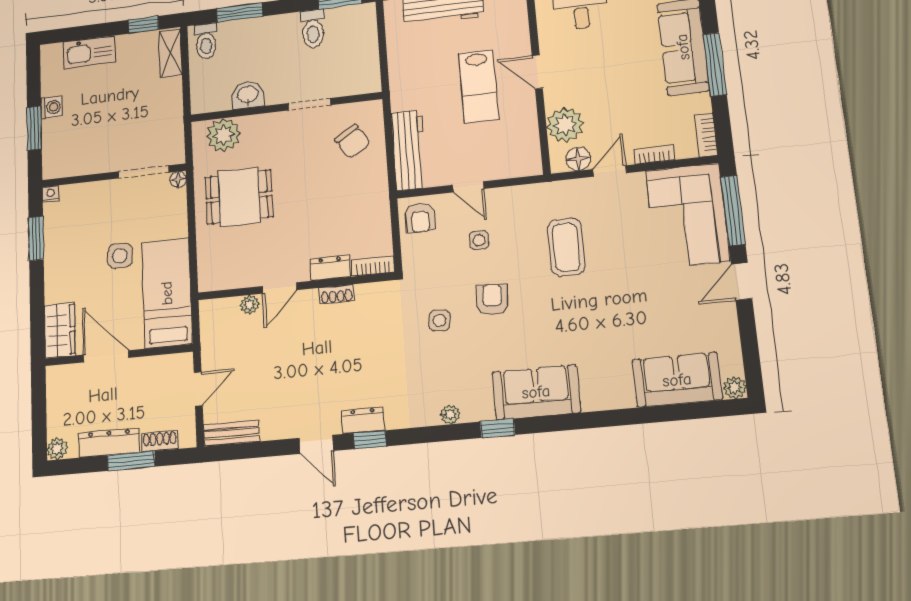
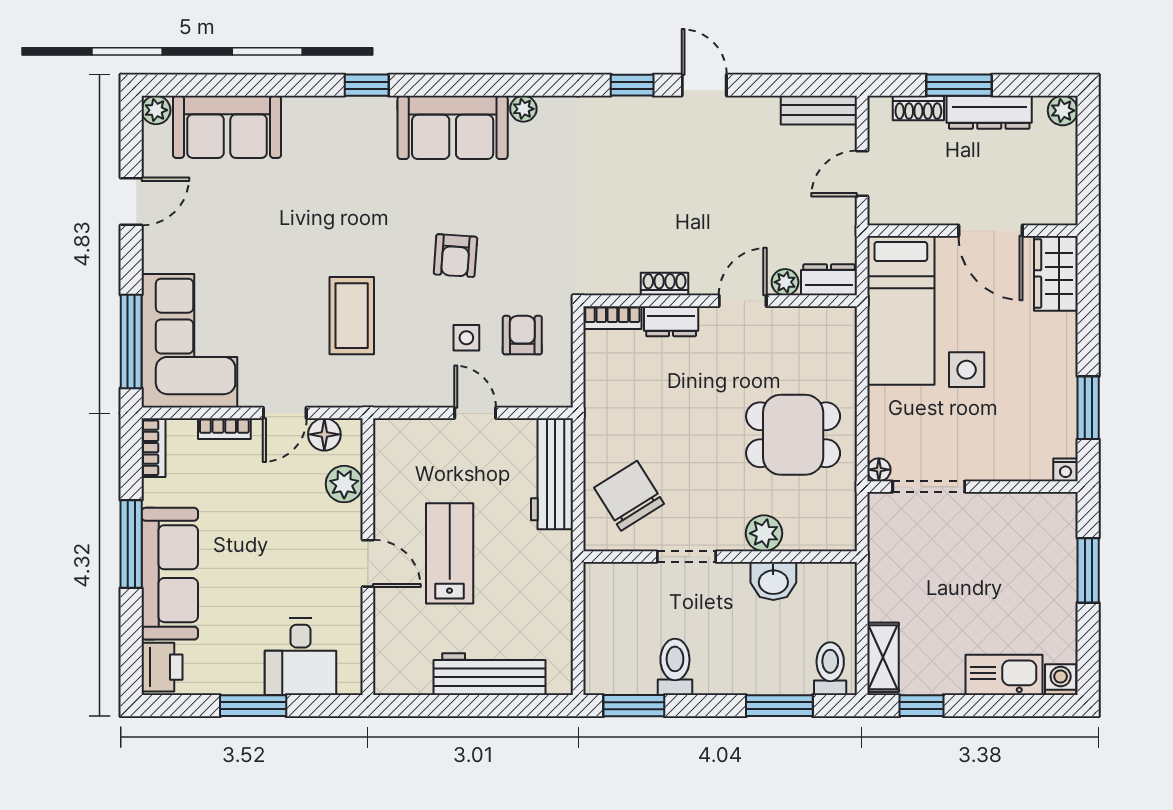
washing machine: (51, 107) -> (1061, 680), moved, turned 90
plant: (565, 125) -> (344, 484), width x0.73, depth x0.73
plant: (224, 135) -> (764, 533), moved, width x0.73, depth x0.73
chair: (352, 141) -> (629, 496), width x1.37, depth x1.37
armchair: (420, 218) -> (522, 335), moved
door: (742, 281) -> (131, 202), moved
side table: (439, 320) -> (528, 234), removed
sofa: (536, 392) -> (453, 127), moved
dresser: (363, 420) -> (829, 280), moved, turned 180
window: (498, 428) -> (367, 85), moved

